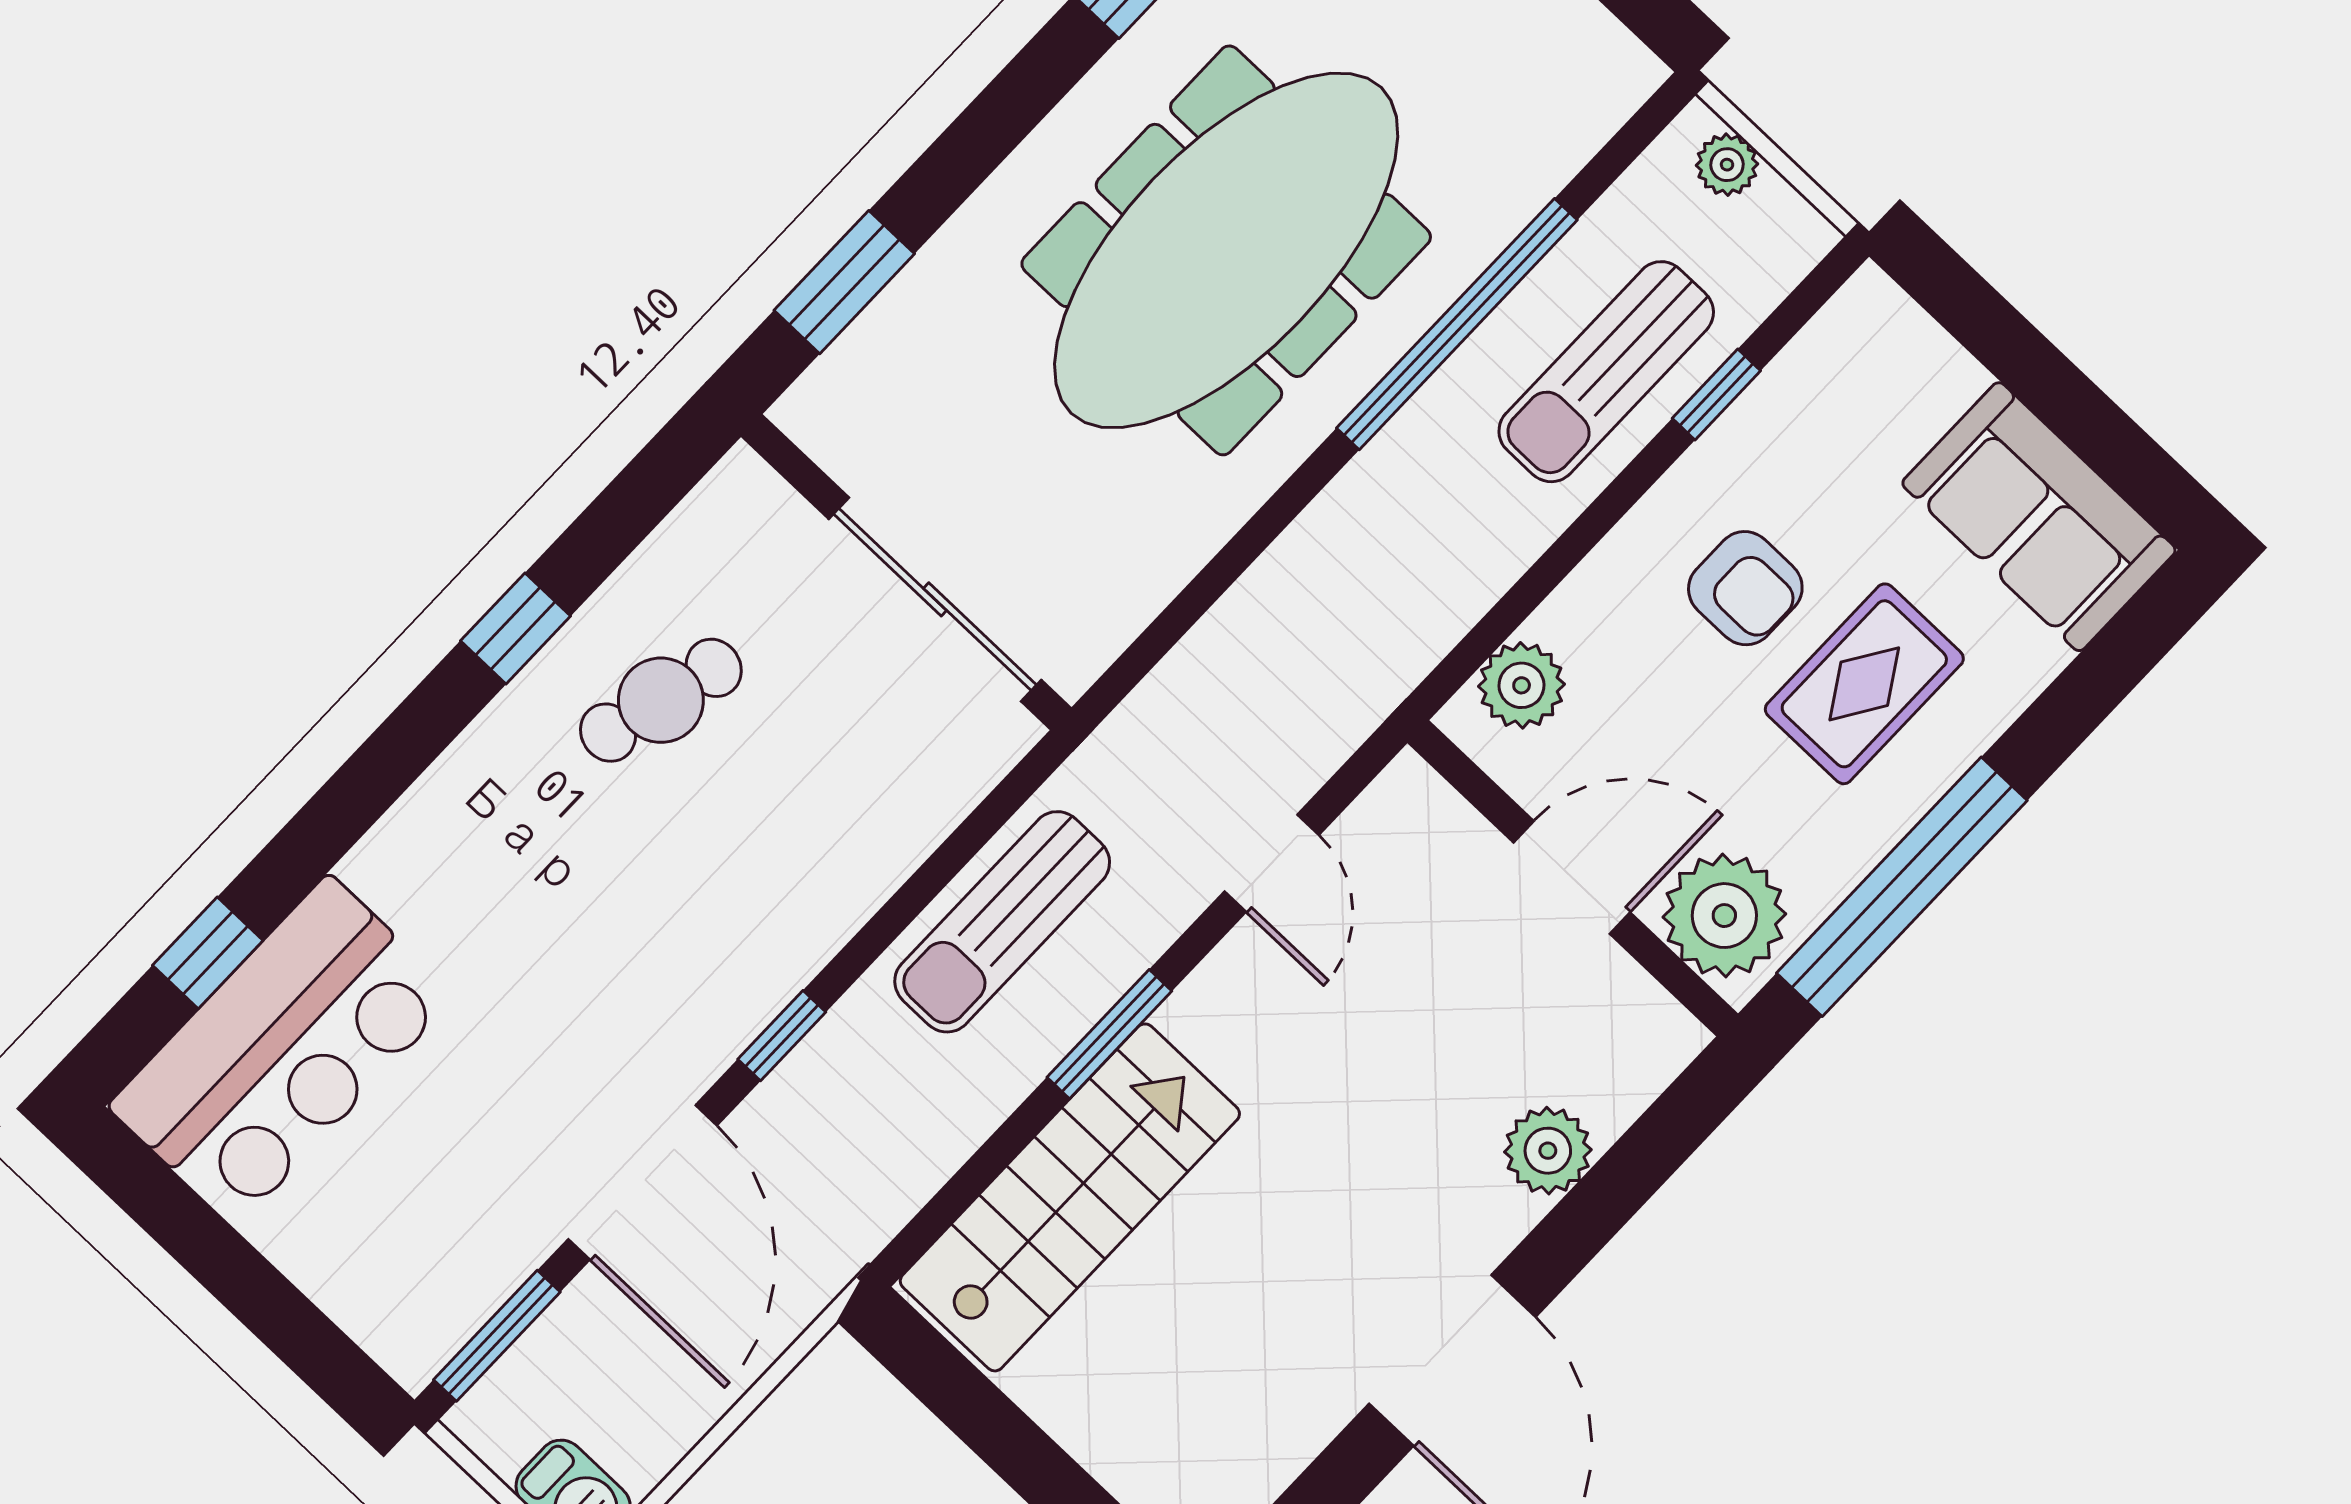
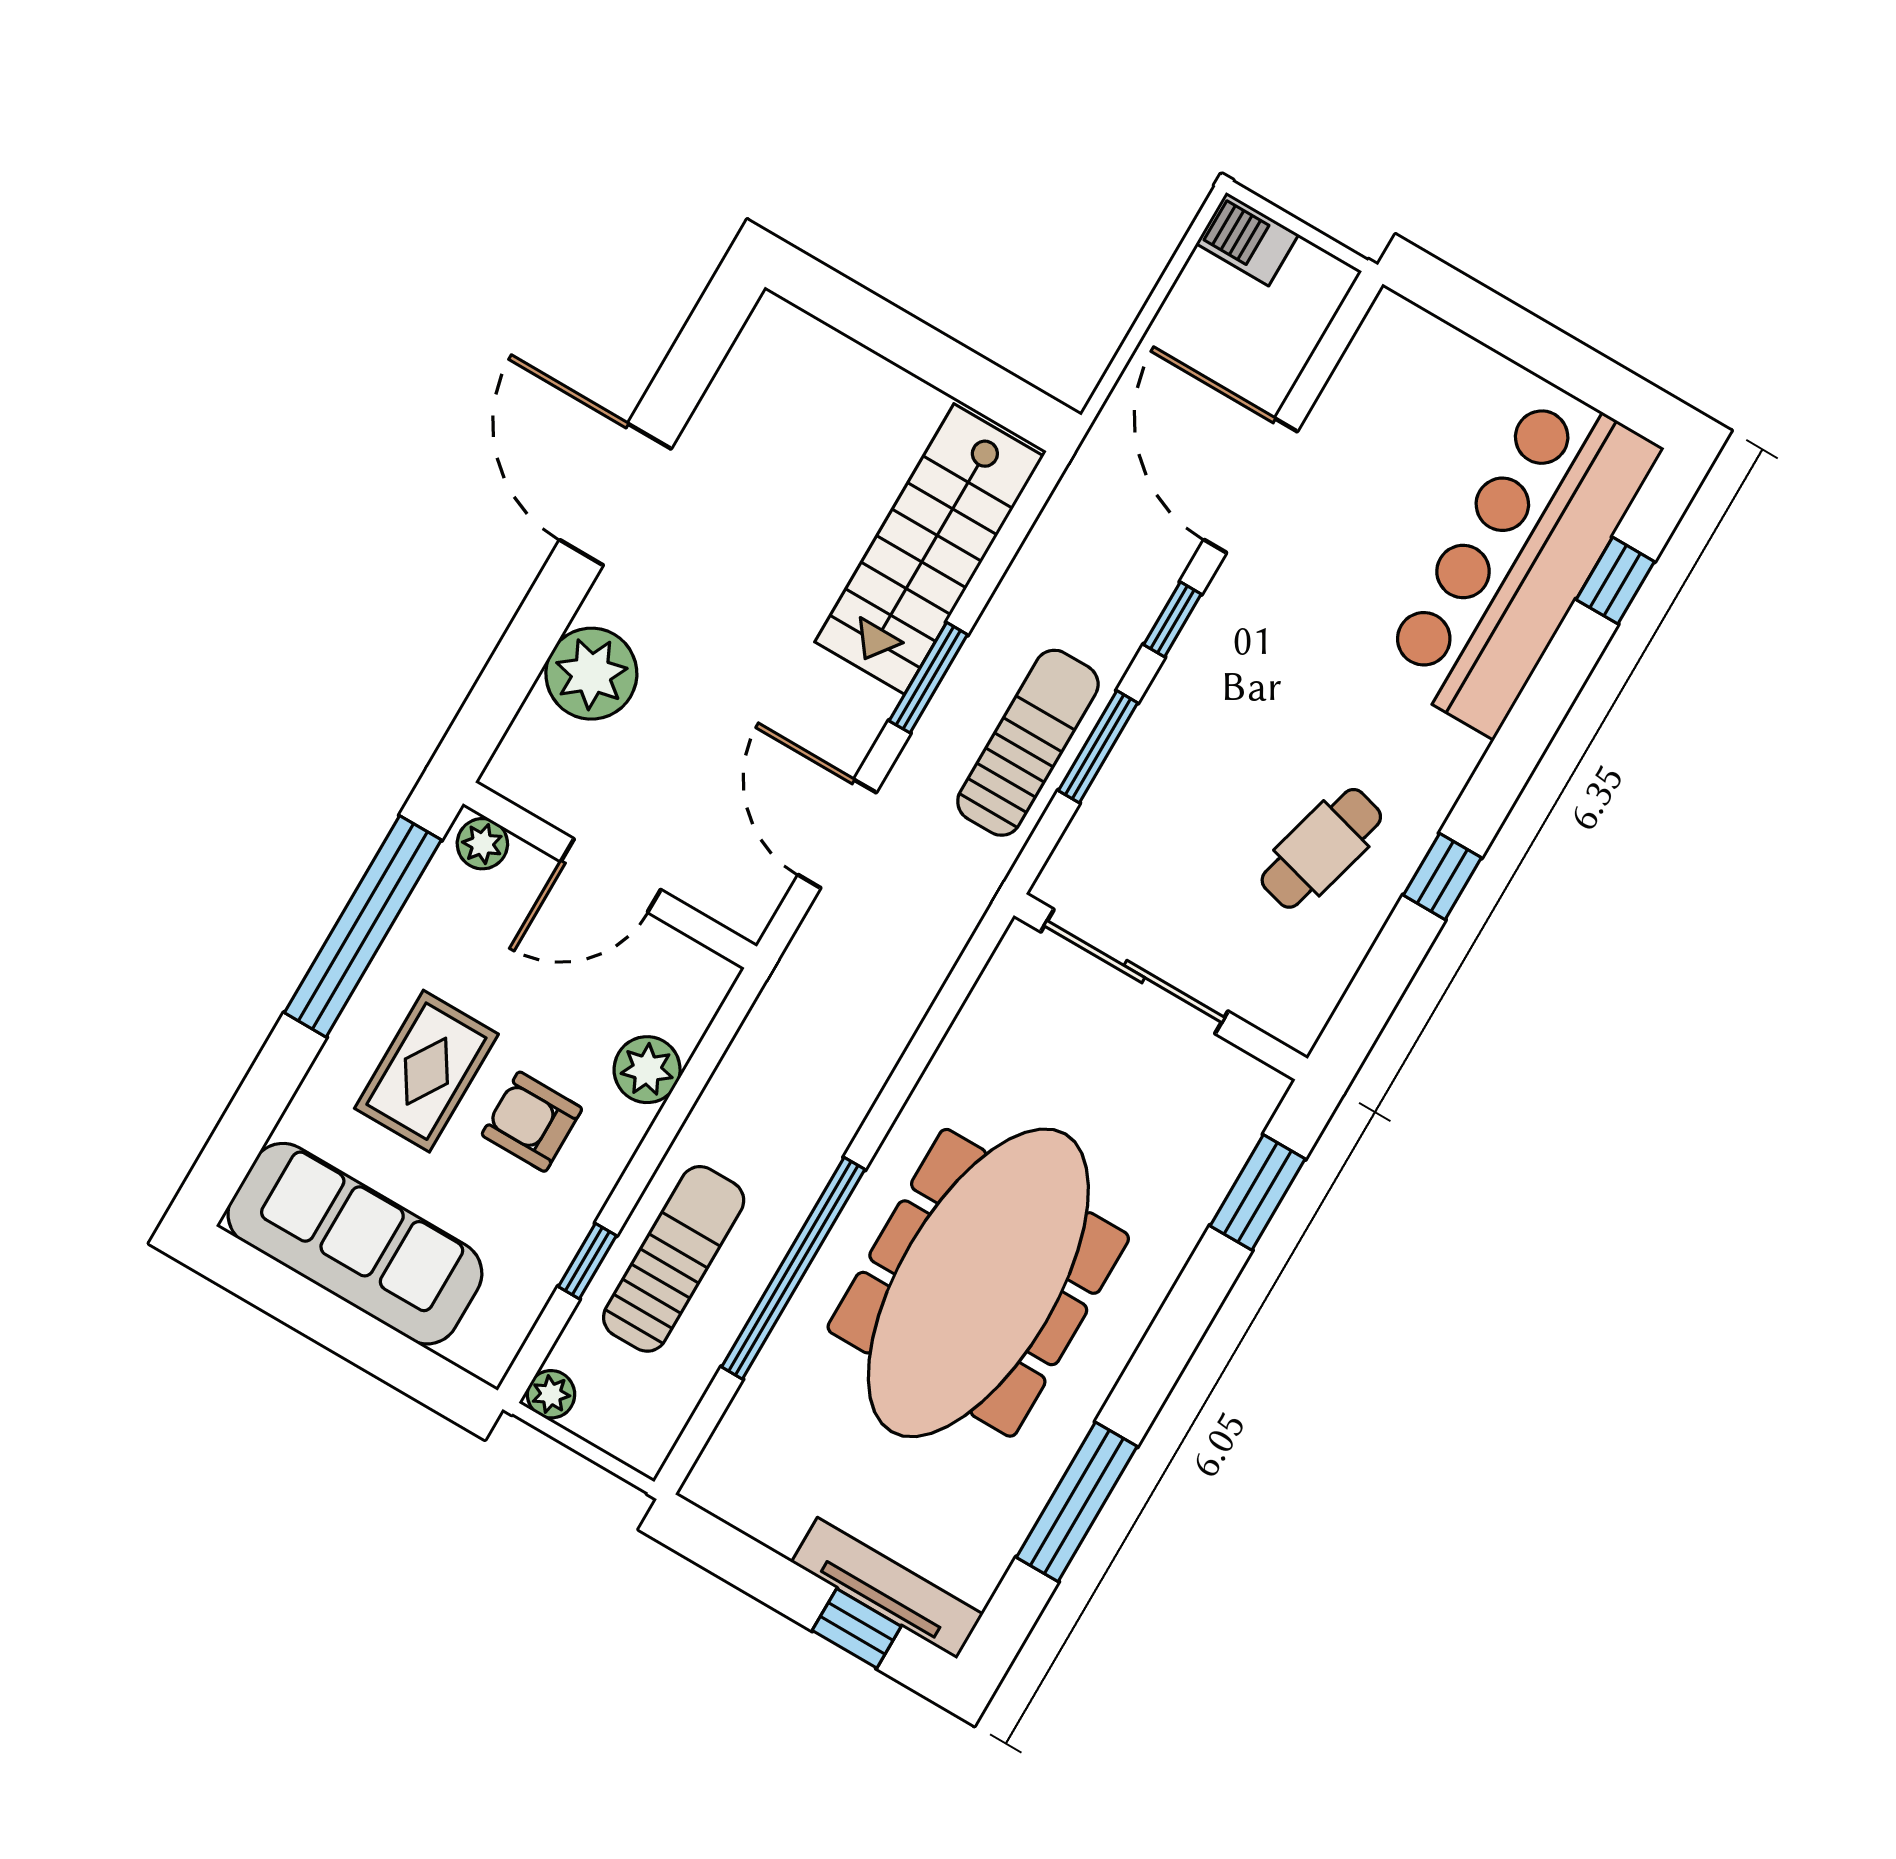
plant: (1727, 165) -> (551, 1394), moved
sofa: (2039, 517) -> (355, 1244), width x1.36
plant: (1522, 685) -> (647, 1070), moved
door: (1272, 863) -> (837, 834), width x1.38
plant: (1724, 916) -> (482, 844), width x0.53, depth x0.53
bar counter: (282, 1051) -> (1520, 560), width x1.36
plant: (1548, 1151) -> (591, 674), width x1.36, depth x1.36
window: (497, 1336) -> (1098, 747), moved

